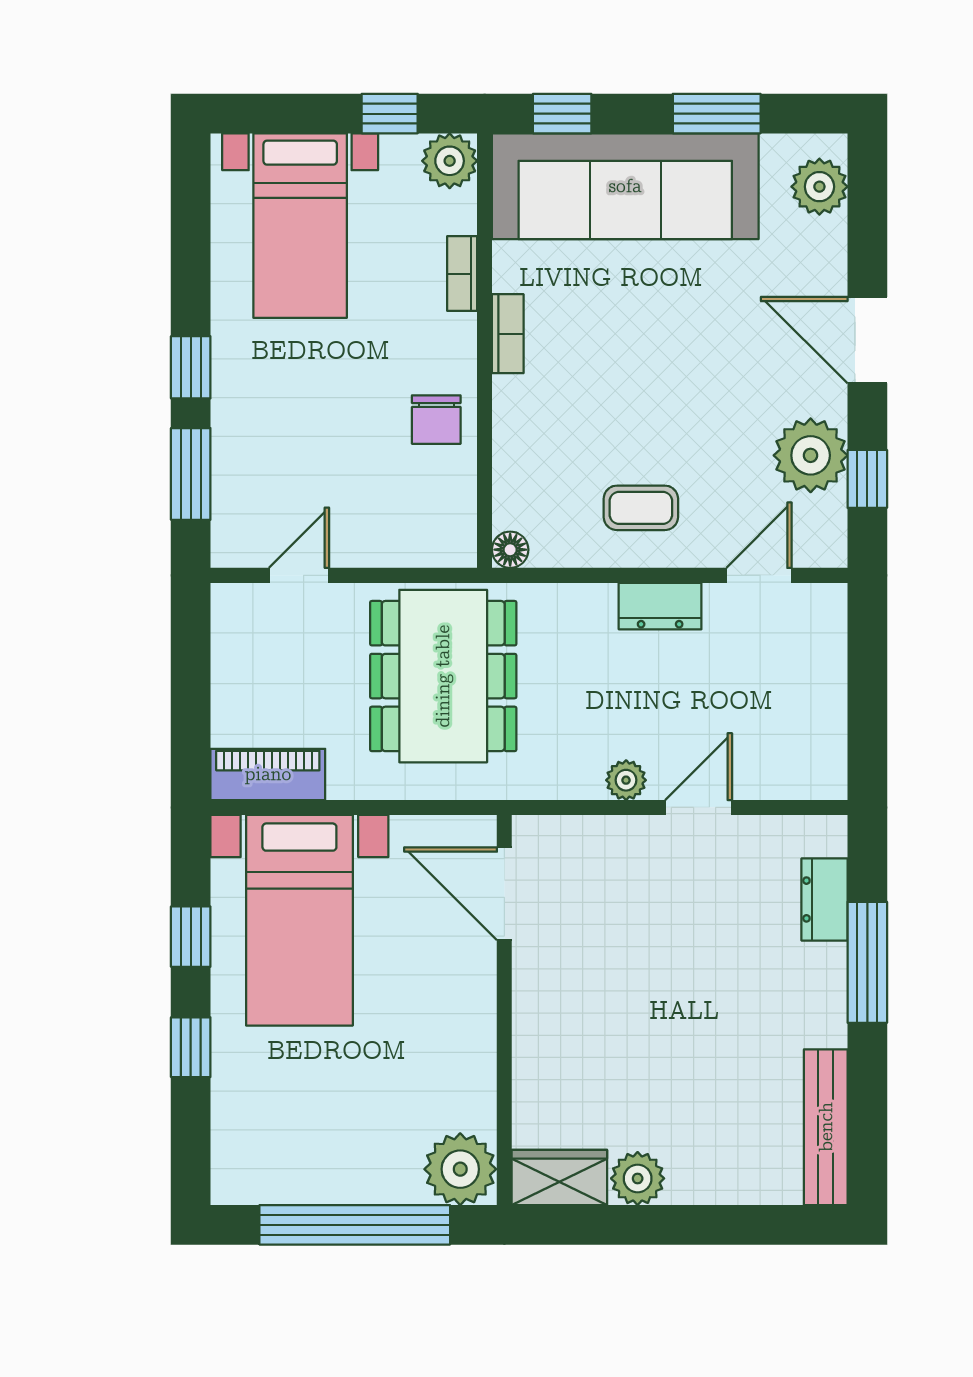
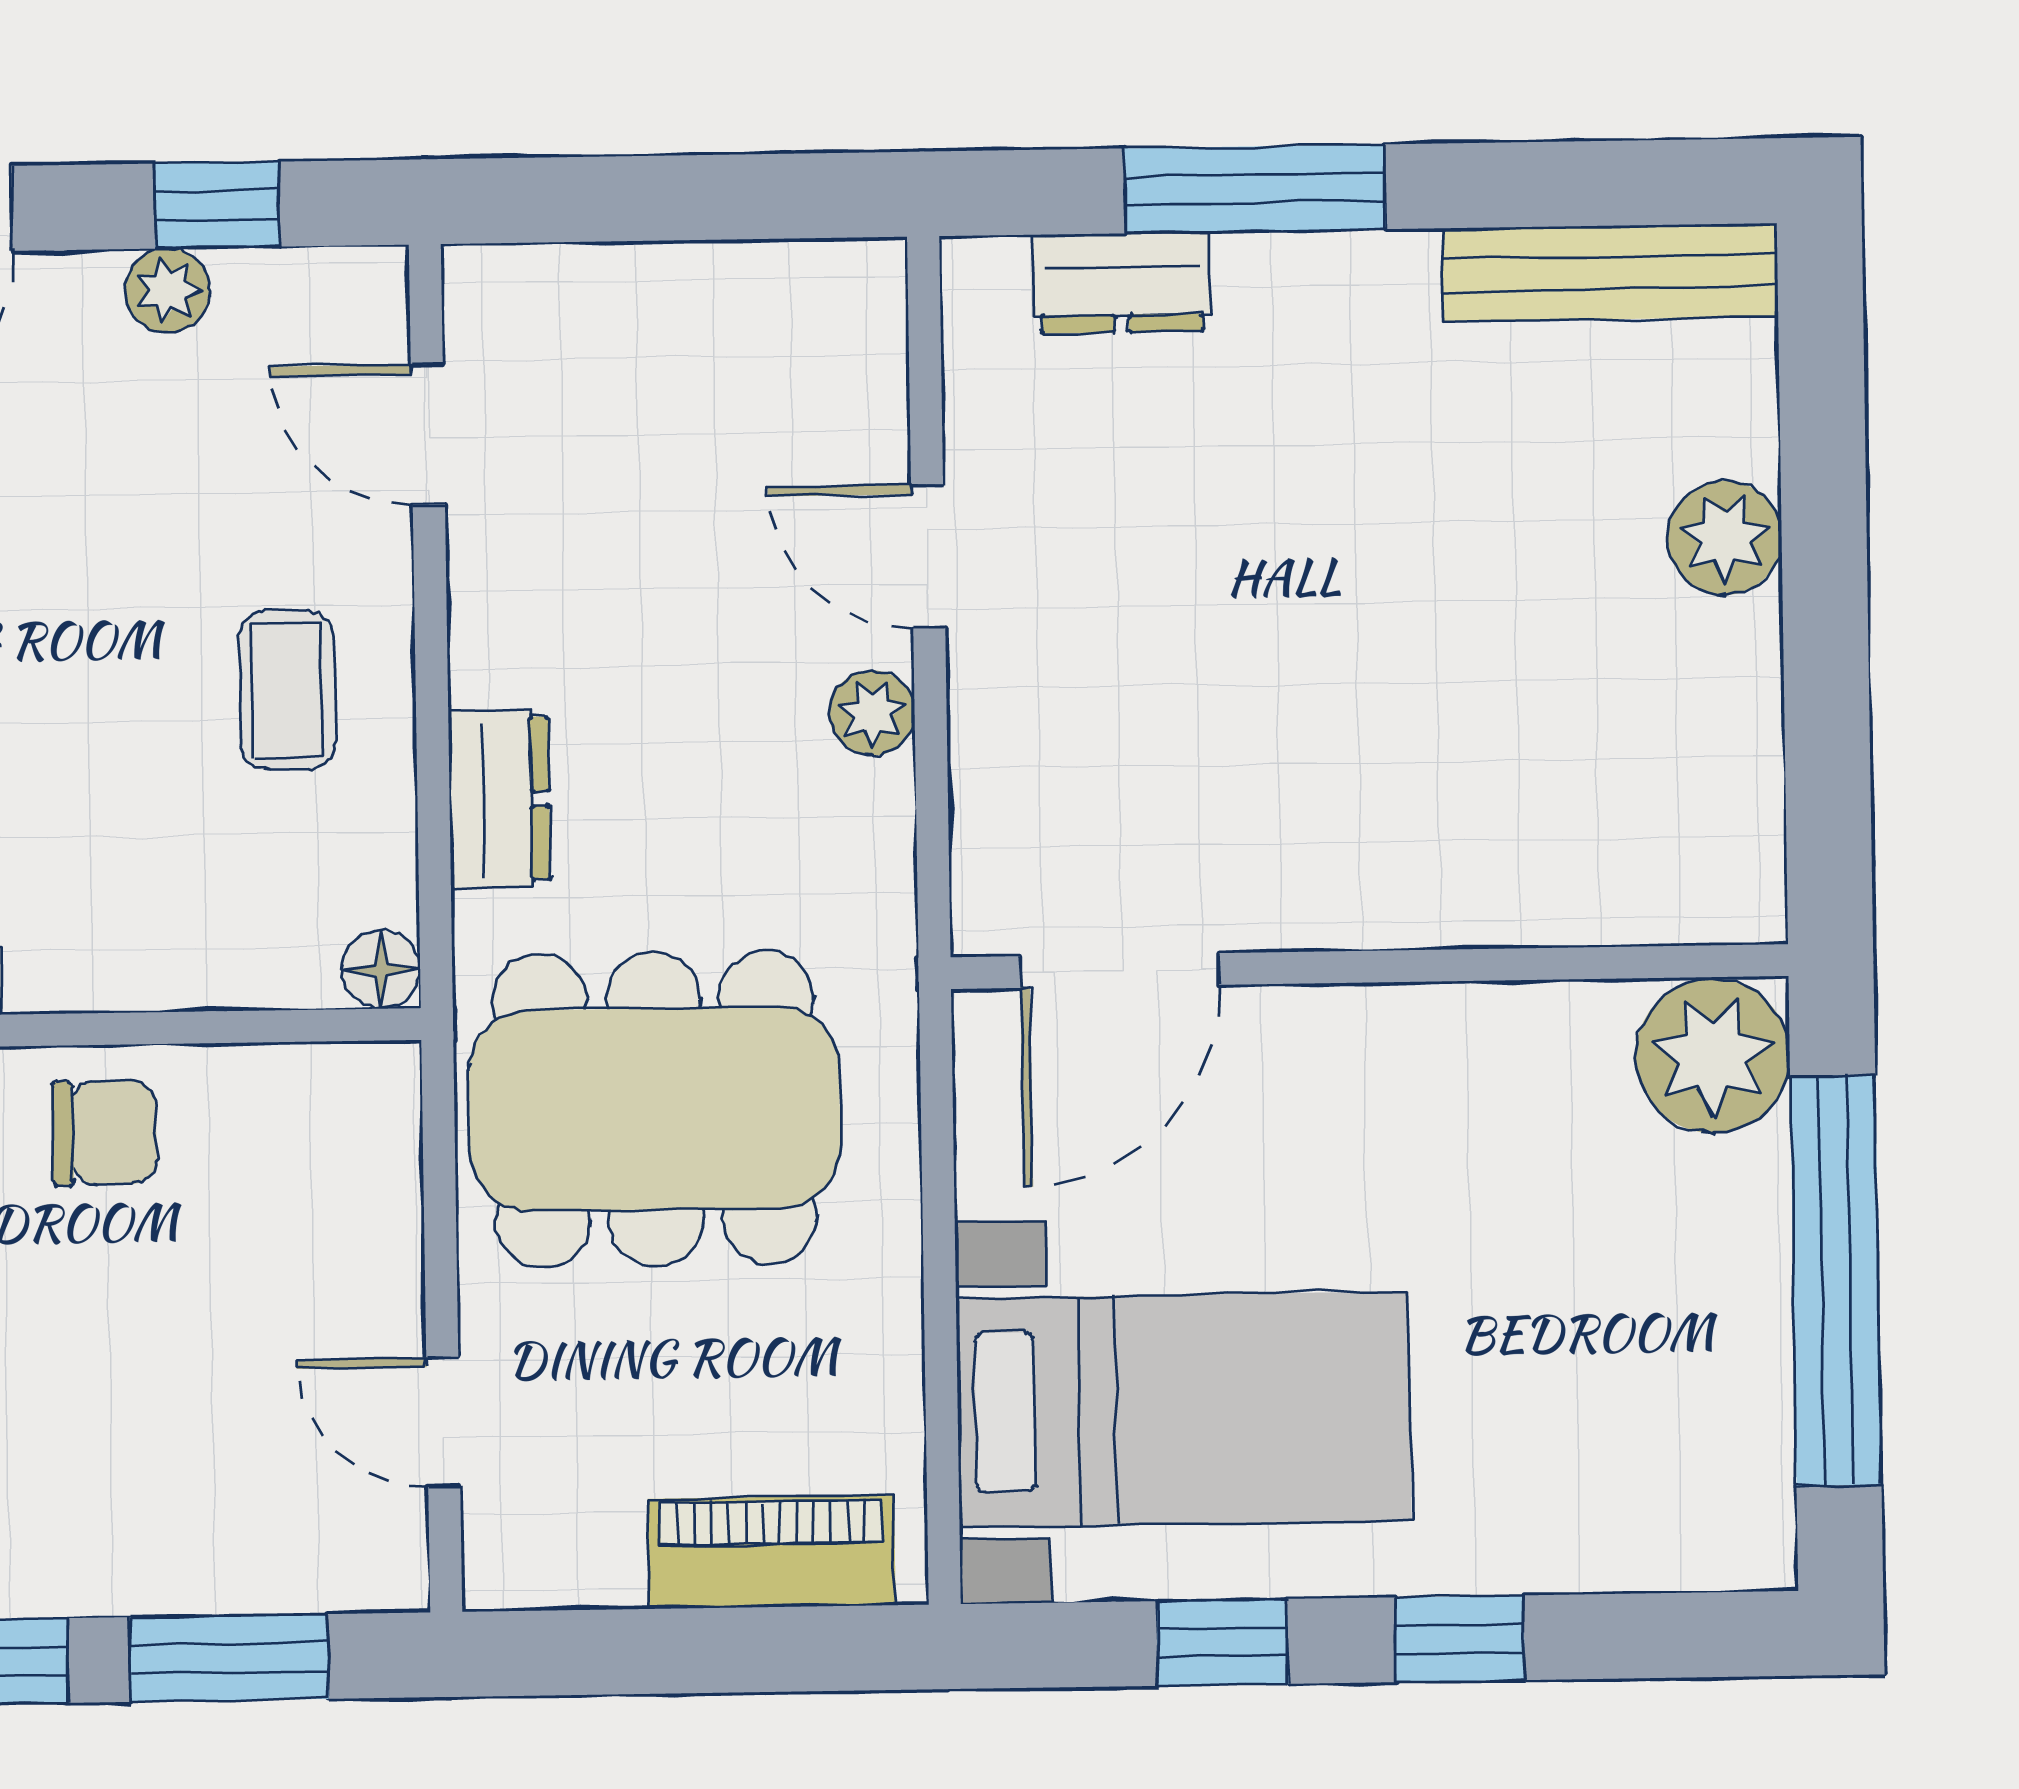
plant: (811, 455) -> (168, 291), width x0.53, depth x0.53
dresser: (660, 606) -> (499, 799), moved
piano: (268, 774) -> (772, 1552), moved, turned 90
wardrobe: (559, 1177) -> (1727, 843), removed
plant: (638, 1178) -> (1725, 538), moved

